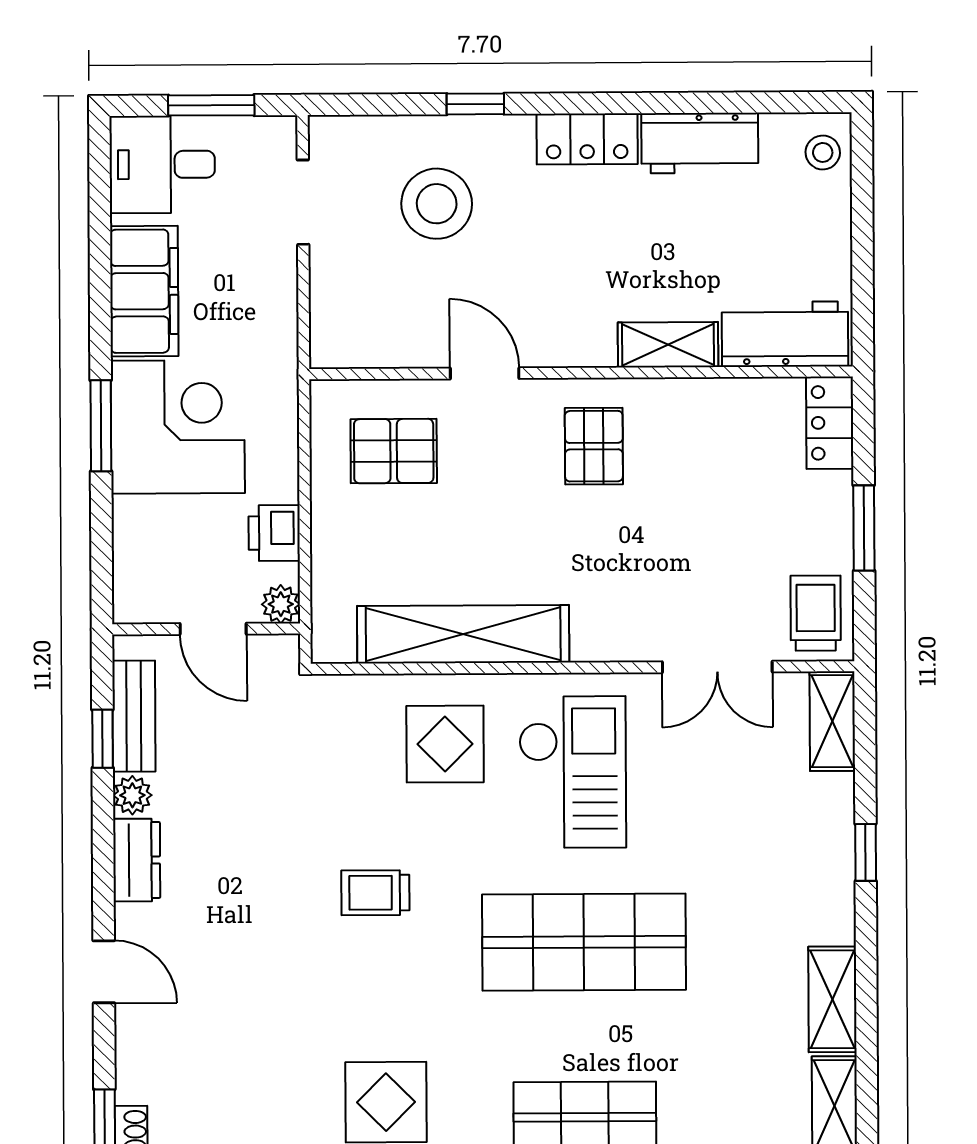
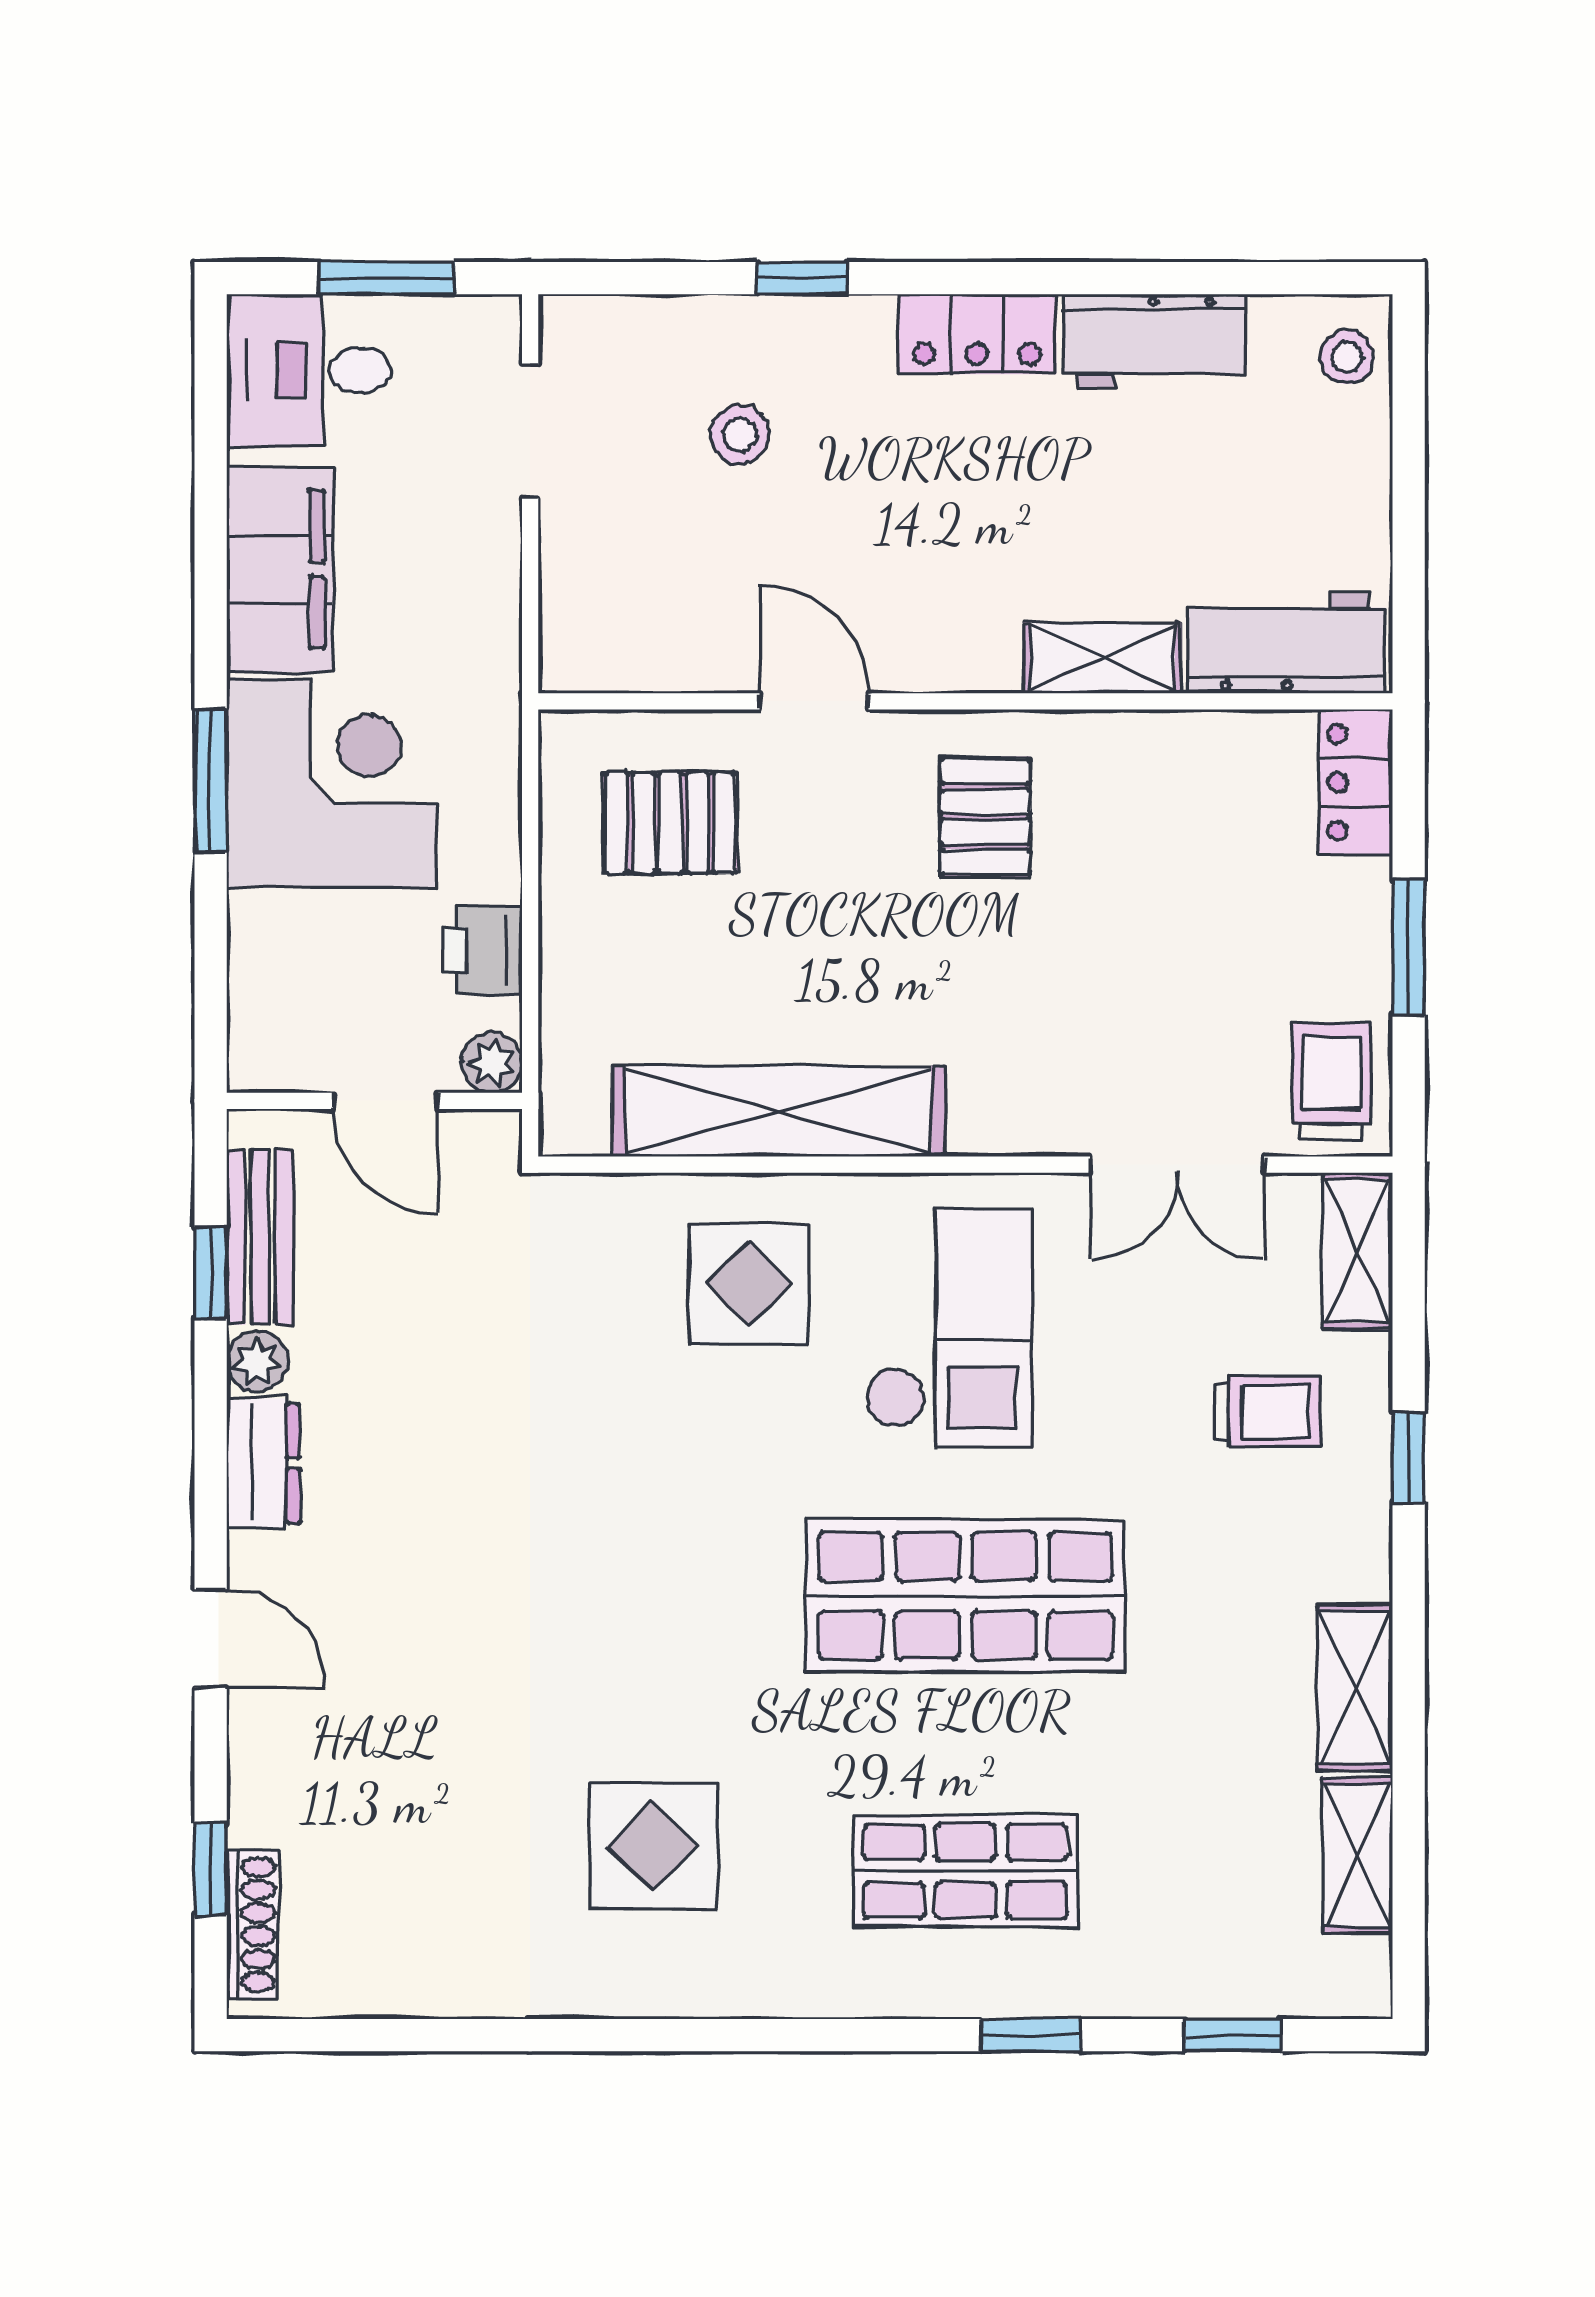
stool: (437, 204) -> (740, 435), width x0.53, depth x0.53
trolley: (375, 893) -> (1267, 1412), moved, turned 180

